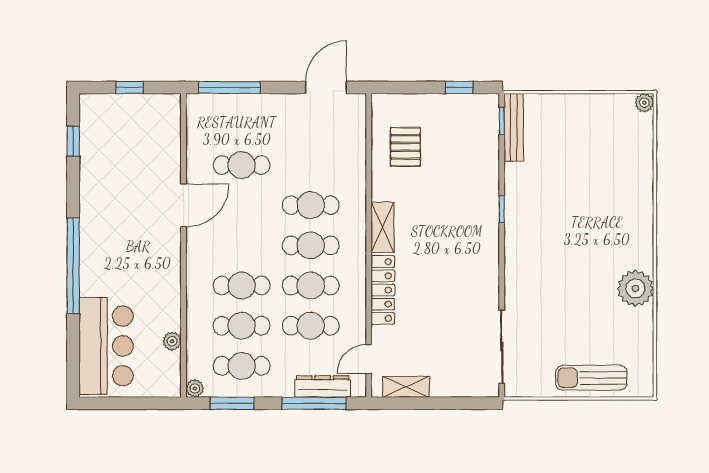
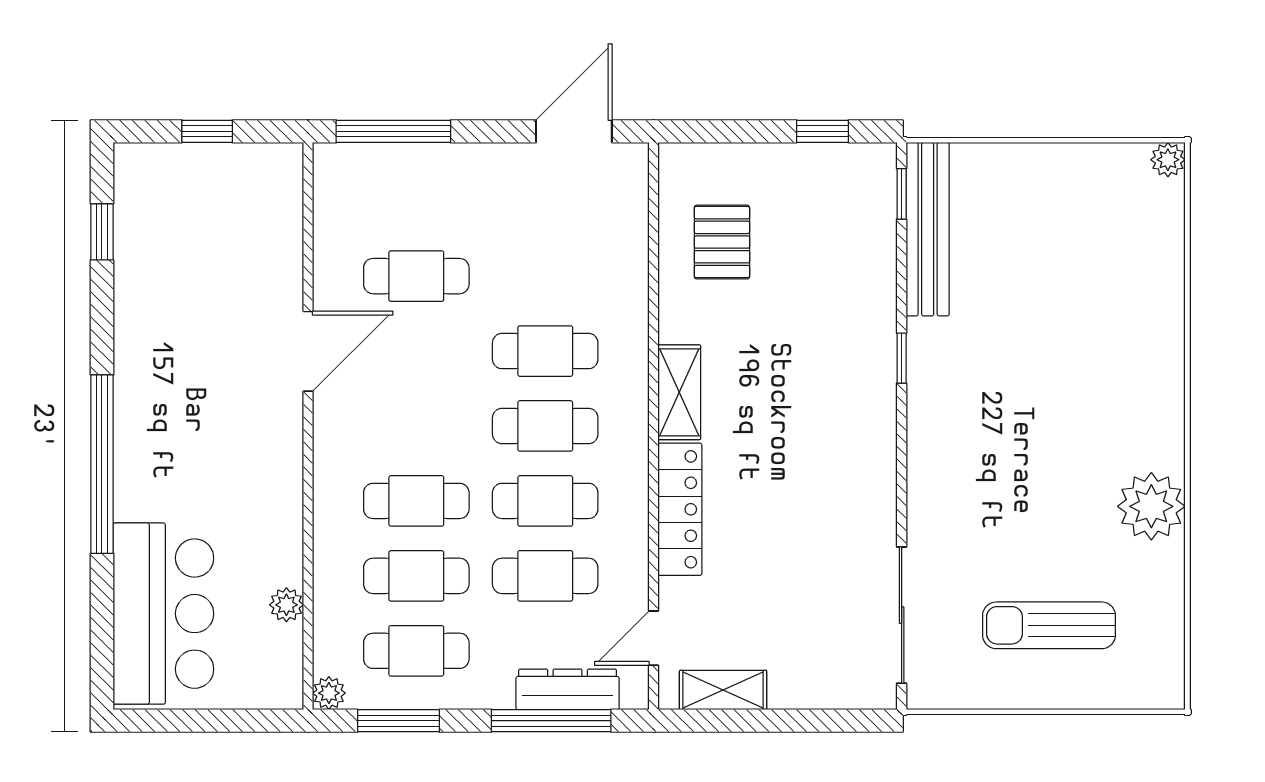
bench: (514, 127) -> (928, 229), width x1.37, depth x1.21
sun lounger: (591, 378) -> (1049, 625), moved

